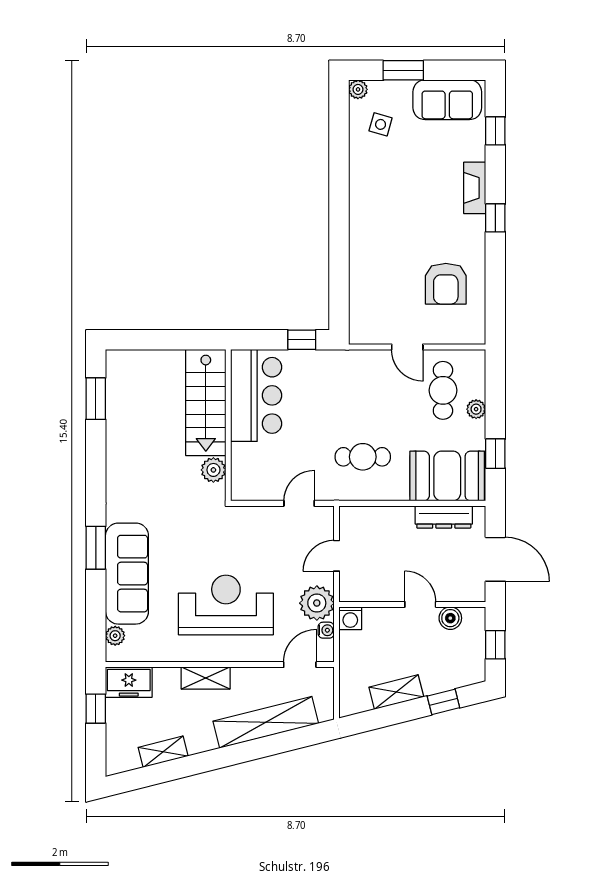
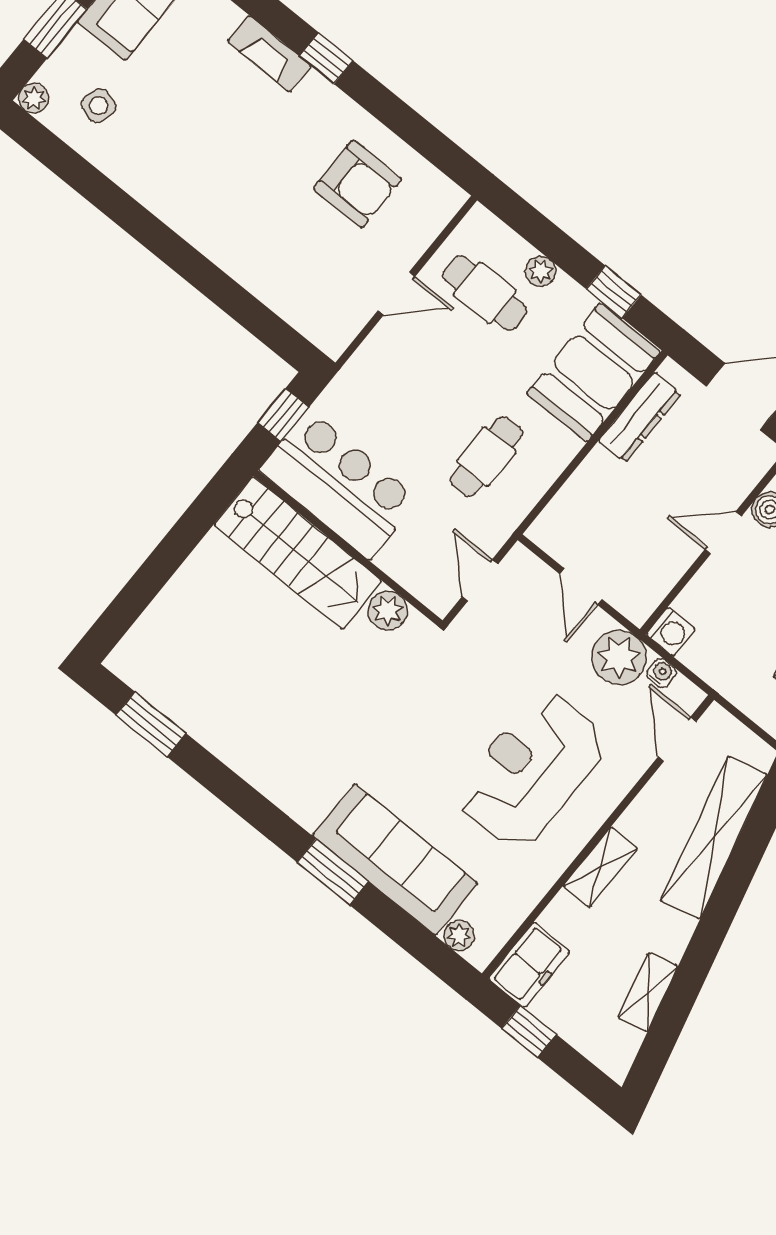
bar counter: (256, 395) -> (339, 485), moved
stairs: (206, 402) -> (298, 553), moved
wall: (228, 425) -> (348, 548), moved
plant: (213, 470) -> (388, 611), moved

